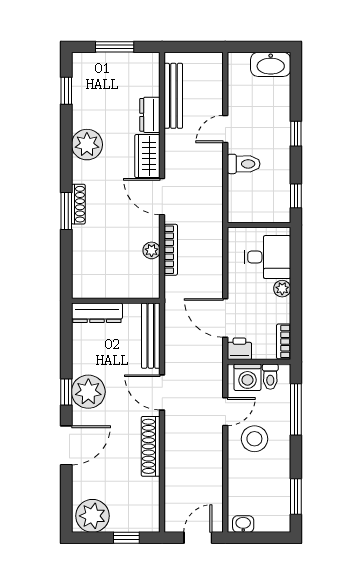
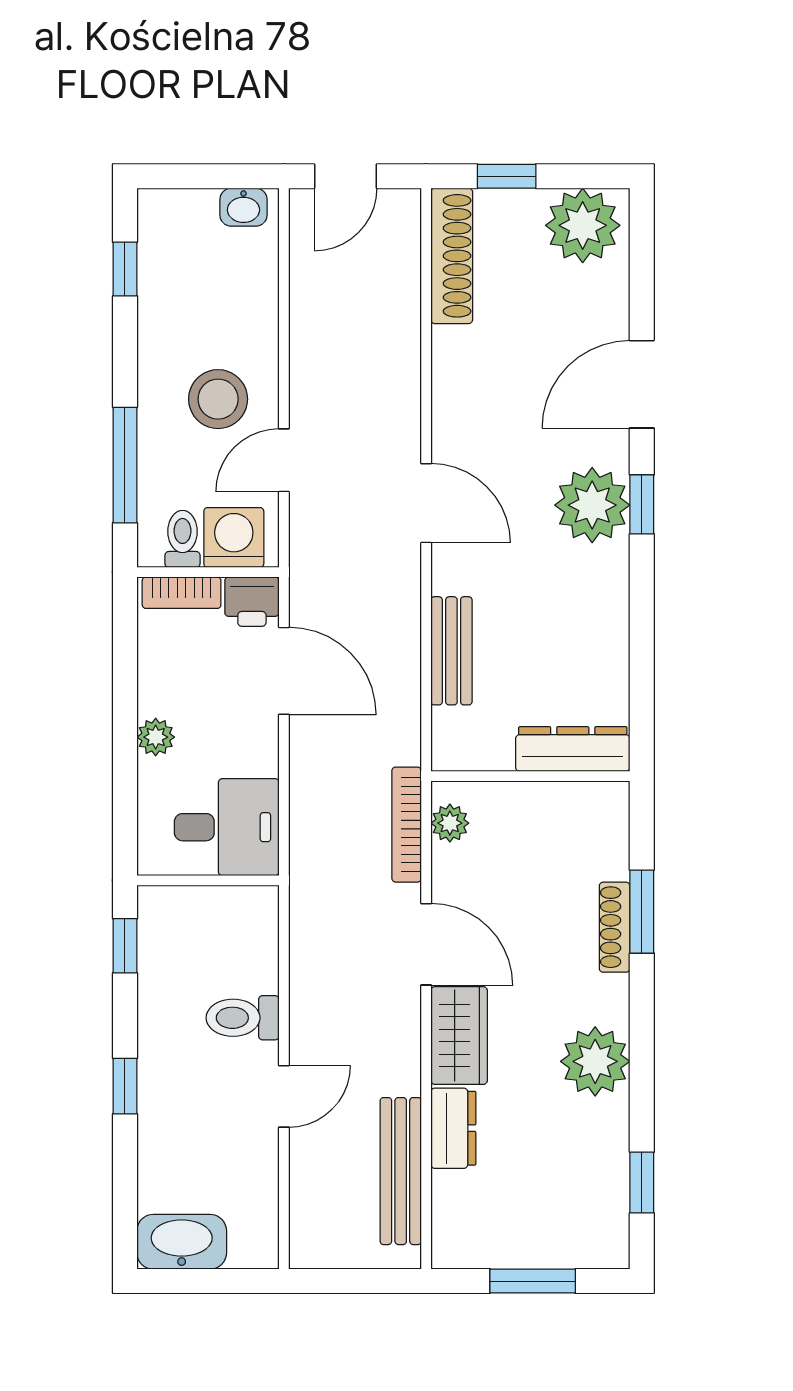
desk: (267, 257) -> (227, 827), moved, turned 180
wall: (116, 301) -> (530, 776), moved
dresser: (97, 313) -> (573, 749), moved
bench: (151, 336) -> (451, 651), width x0.73
bookcase: (284, 341) -> (182, 593), moved, turned 90
shoe rack: (151, 446) -> (452, 256), moved
window: (296, 497) -> (125, 269), width x0.67

